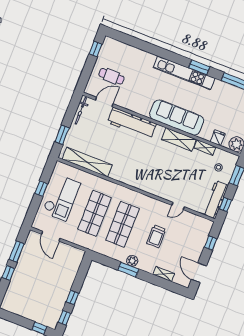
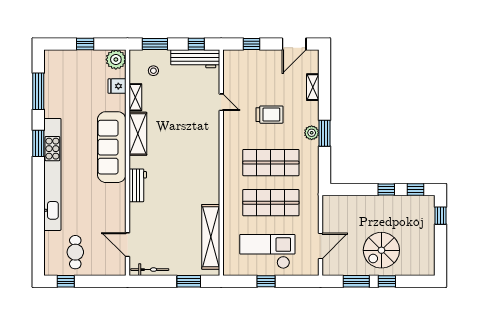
kitchen unit: (184, 73) -> (52, 174), width x1.36
cafe table: (111, 76) -> (75, 252), moved
workbench: (132, 123) -> (138, 185), width x0.53, depth x0.76
spiral stairs: (31, 278) -> (381, 250), added

